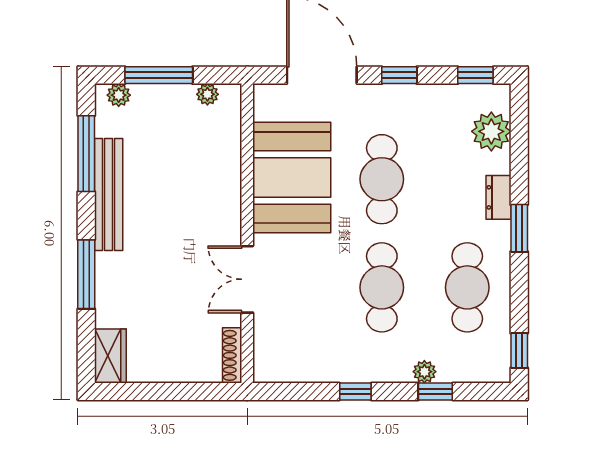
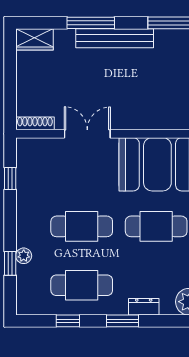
bench: (109, 195) -> (115, 38), moved
window: (519, 351) -> (68, 321), moved
window: (355, 392) -> (10, 178), moved

